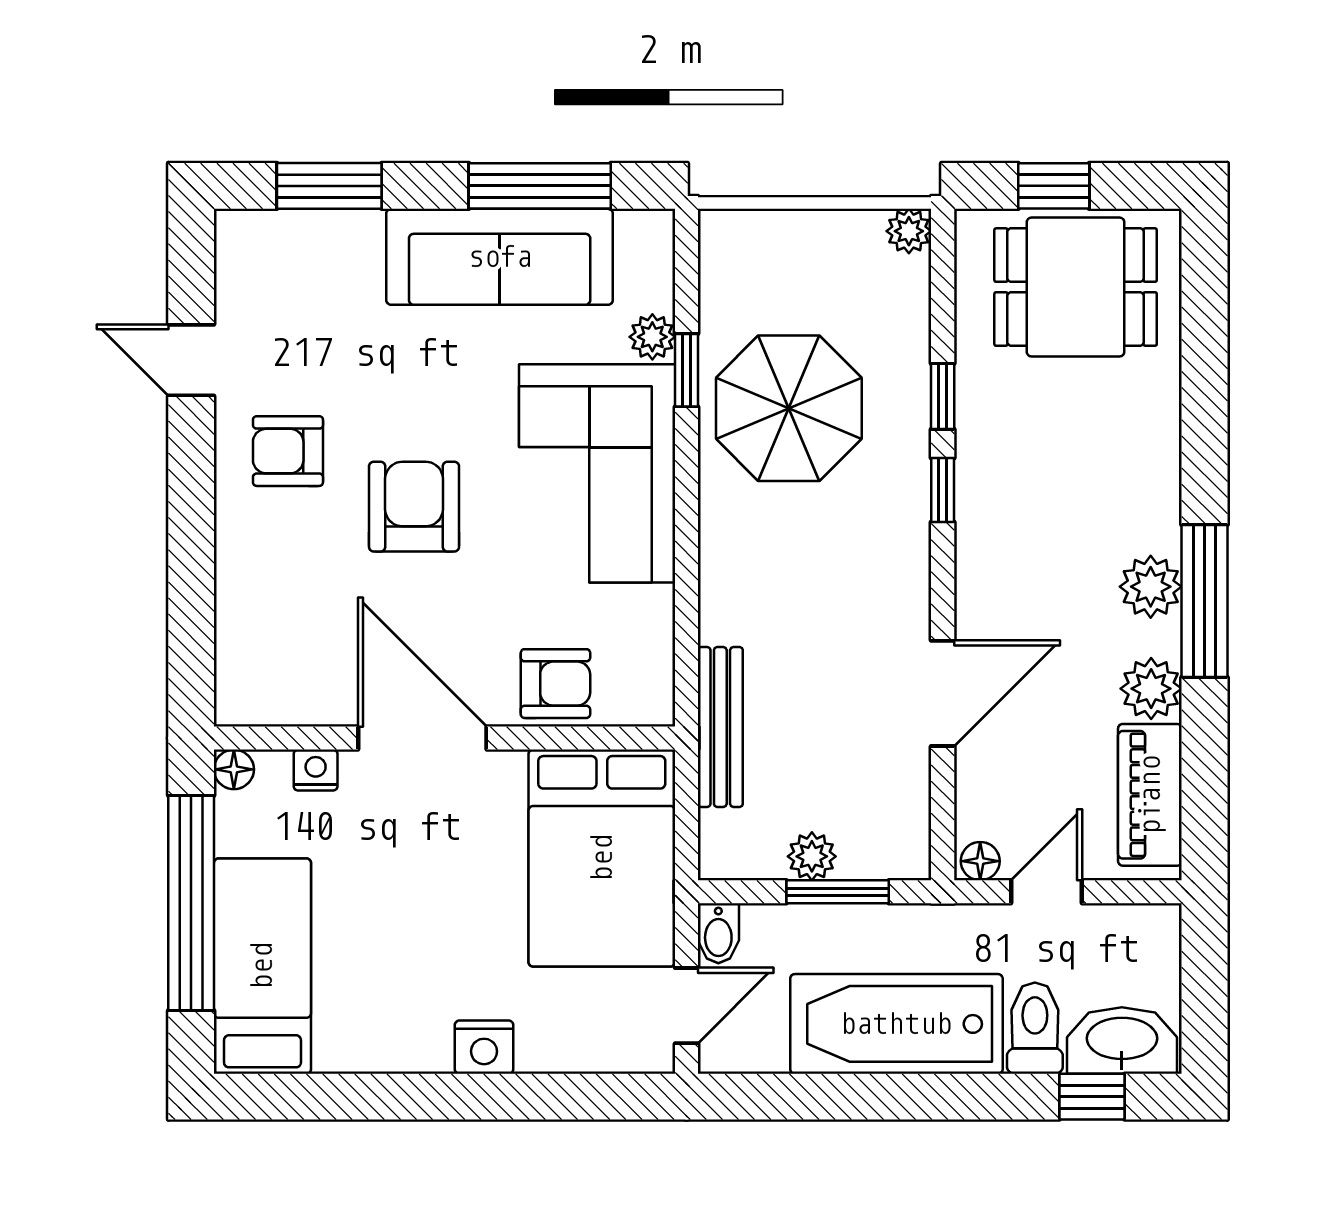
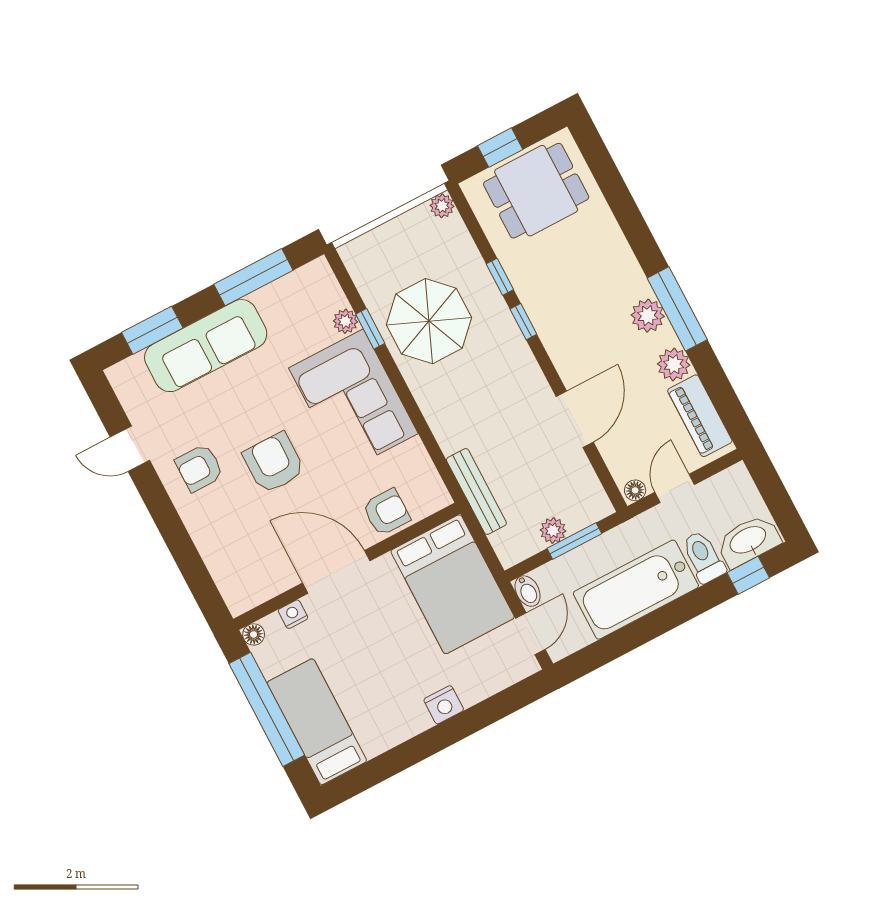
sofa: (500, 257) -> (206, 346), moved

